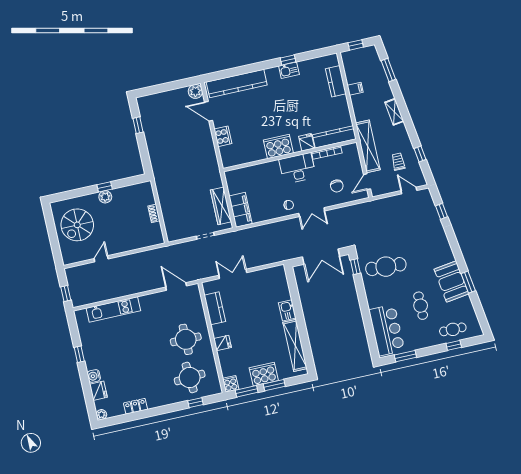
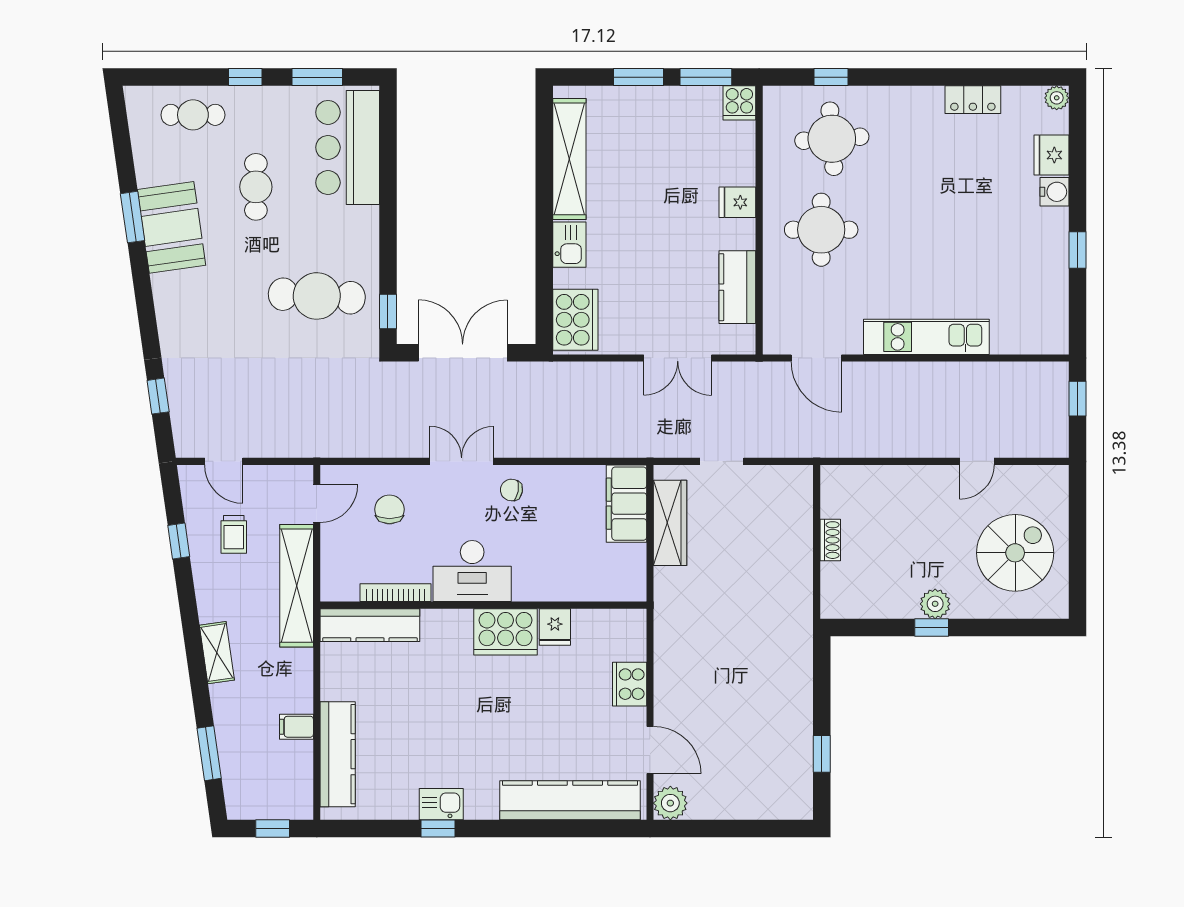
kitchen counter: (336, 81) -> (338, 754), width x1.50
fridge: (307, 142) -> (555, 627), moved
kitchen unit: (113, 309) -> (926, 337), moved
window: (454, 345) -> (245, 77), moved
cooker: (264, 374) -> (575, 320), moved, turned -90

